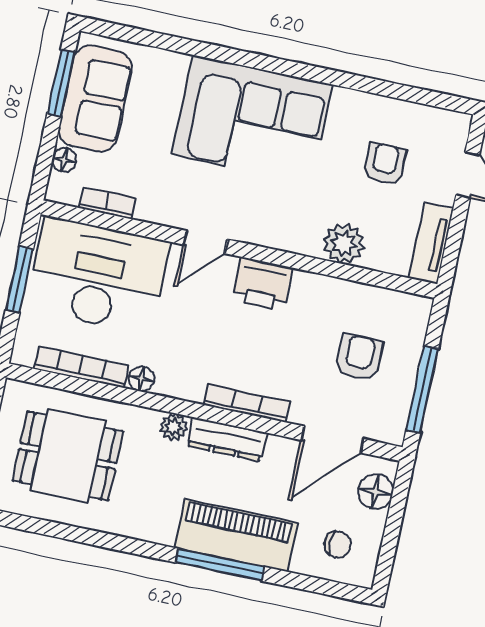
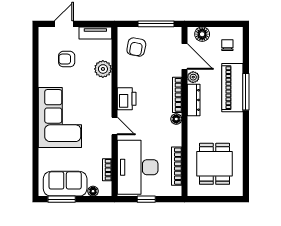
window: (19, 280) -> (146, 199), width x0.67
armchair: (359, 358) -> (136, 47), moved, turned -79
floor lamp: (141, 379) -> (176, 119), moved
plant: (174, 427) -> (193, 77), moved

